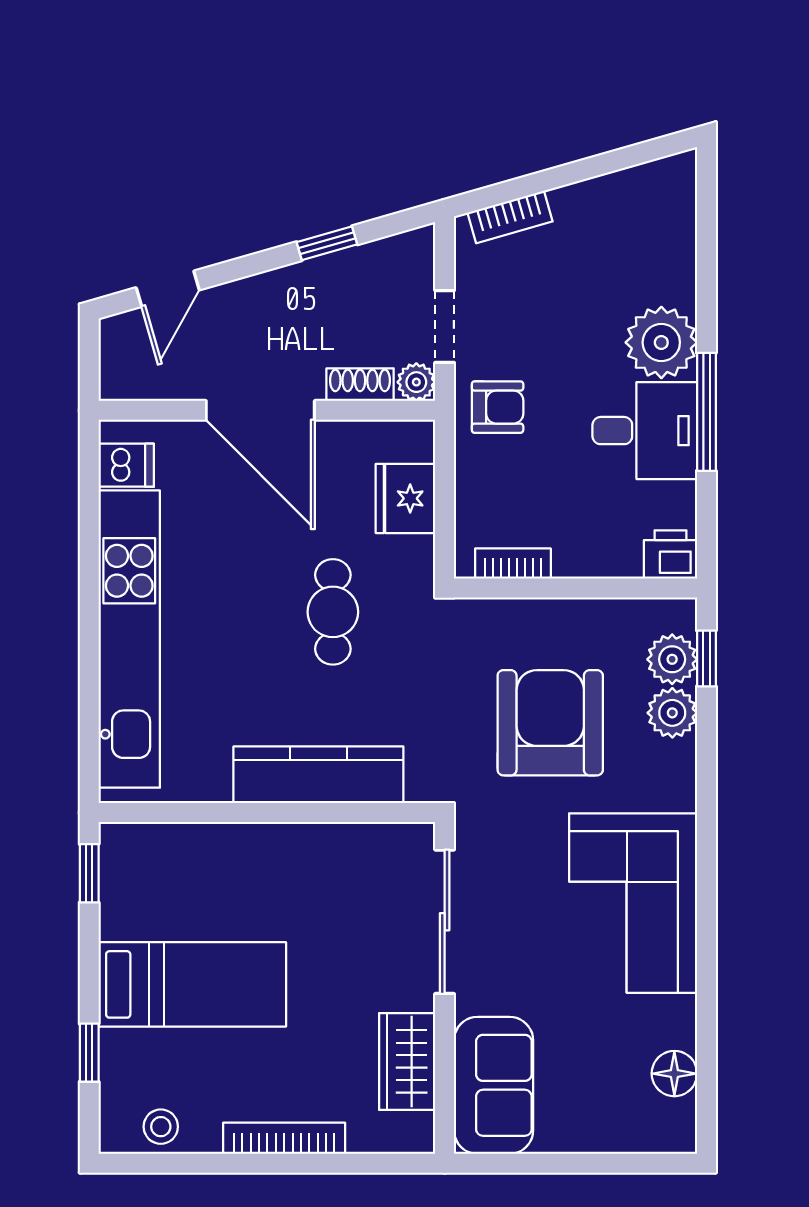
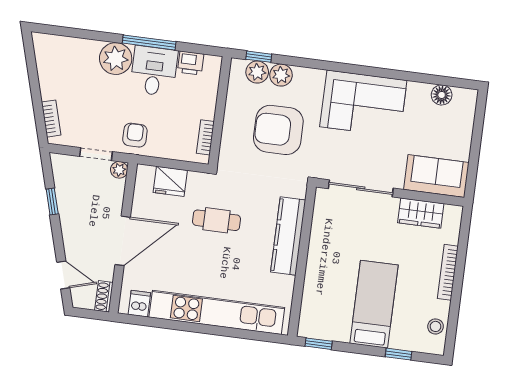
shoe rack: (360, 385) -> (104, 296), moved
printer: (671, 555) -> (191, 63), moved, turned -90

